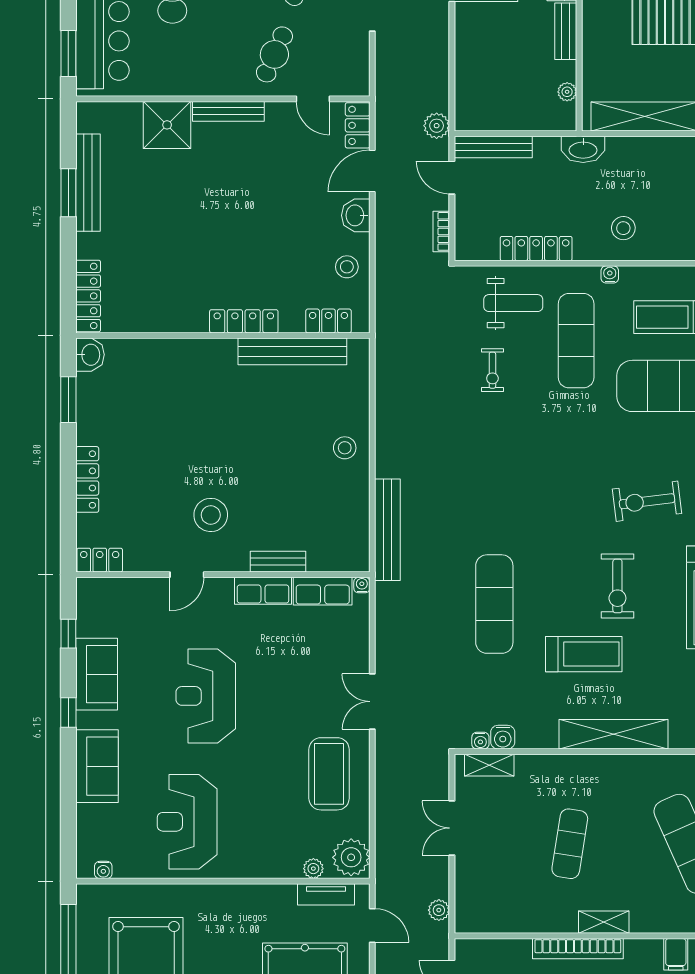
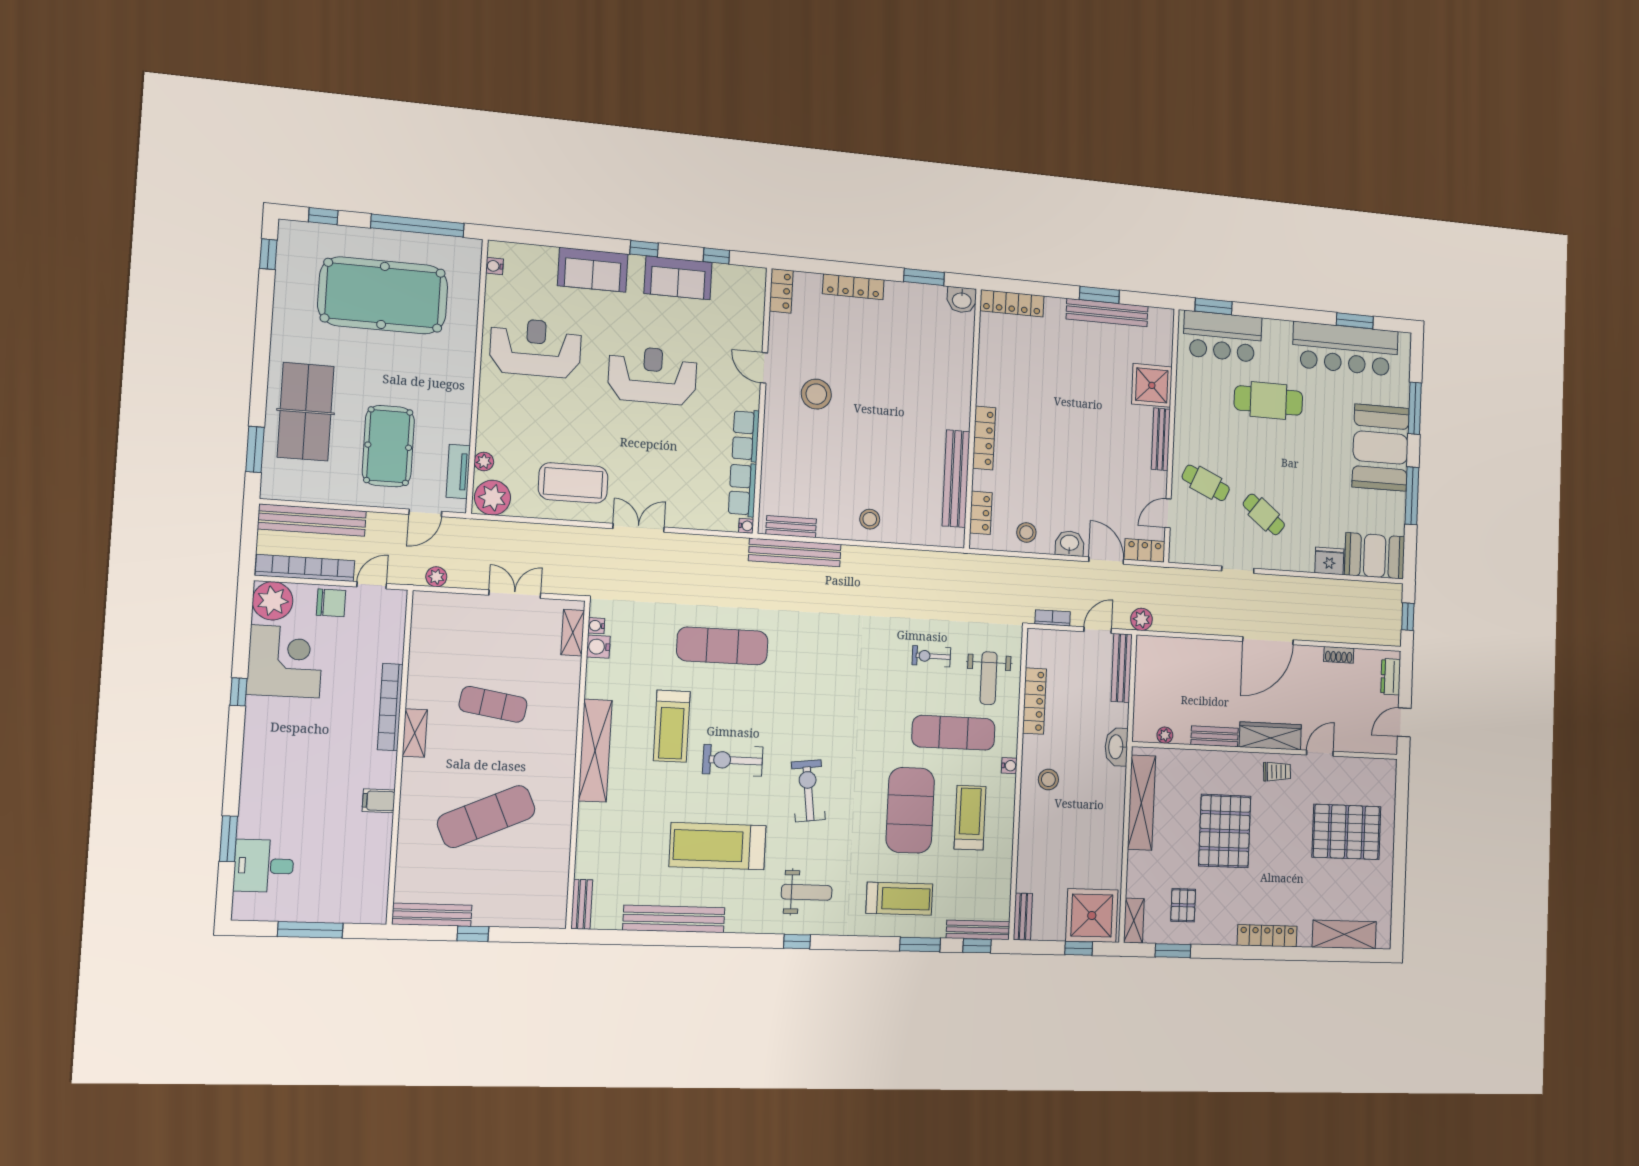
bench: (278, 562) -> (791, 527), moved, turned 90

